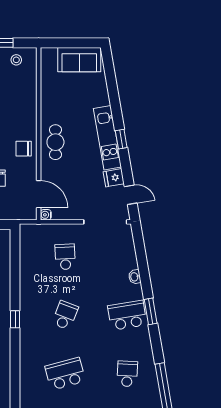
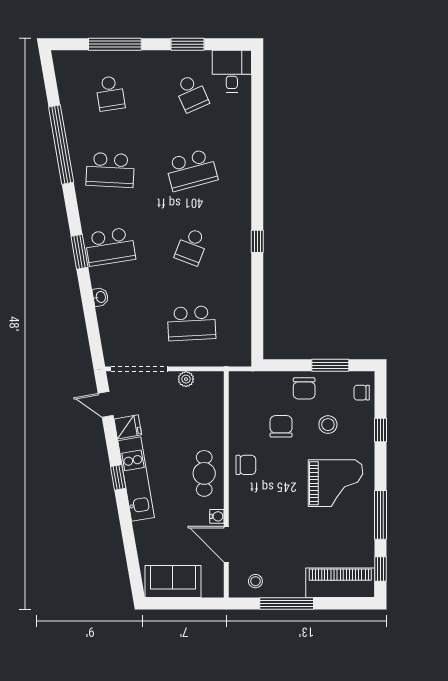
door: (39, 194) -> (226, 544), moved
plant: (69, 214) -> (186, 379), added
water cooler: (46, 215) -> (217, 516), moved
school desk: (65, 257) -> (191, 323), width x1.85
school desk: (127, 374) -> (110, 170), width x1.85

